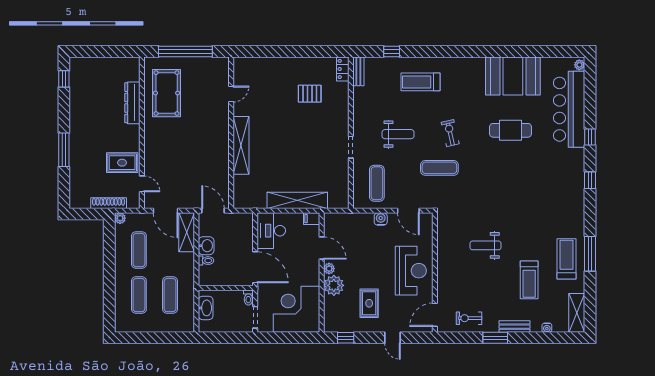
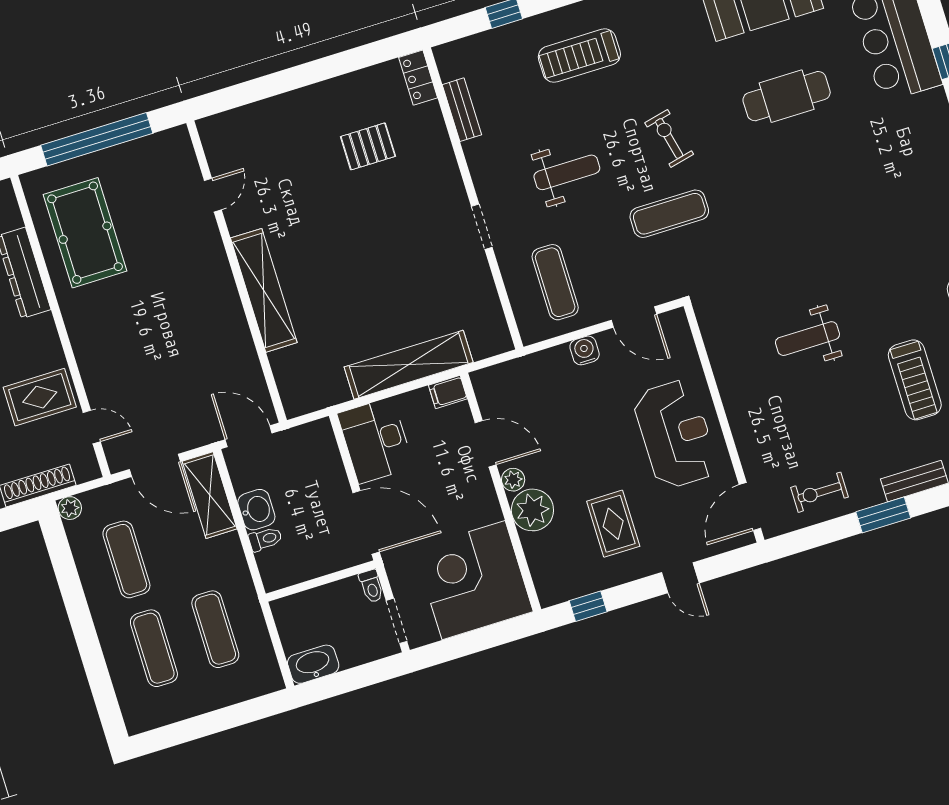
bench: (358, 71) -> (462, 110), moved
washbasin: (206, 308) -> (313, 664), moved, turned -90

